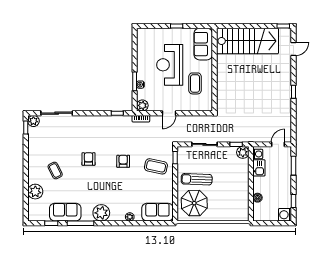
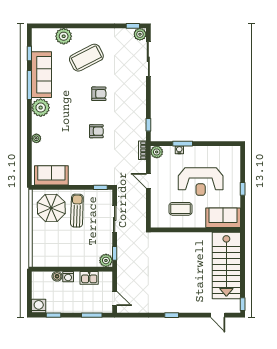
reception desk: (170, 65) -> (201, 181), turned 180
washing machine: (258, 154) -> (68, 277), moved
coffee table: (156, 166) -> (91, 167), removed
coffee table: (55, 171) -> (86, 58), width x1.86, depth x1.72
sofa: (65, 212) -> (41, 75), width x1.36
sofa: (157, 212) -> (51, 175), moved, turned -90

